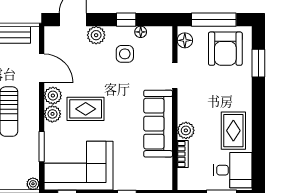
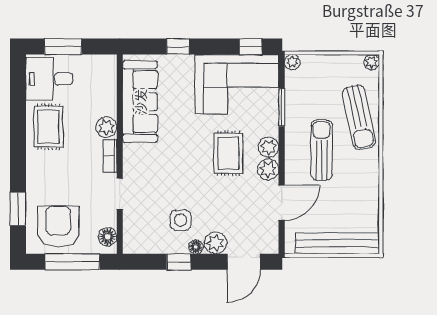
floor lamp: (141, 32) -> (196, 247), moved
door: (42, 68) -> (282, 203), swing flipped
rug: (86, 109) -> (228, 153), turned 90
sofa: (158, 124) -> (140, 102), moved
bookcase: (183, 154) -> (110, 156), moved

